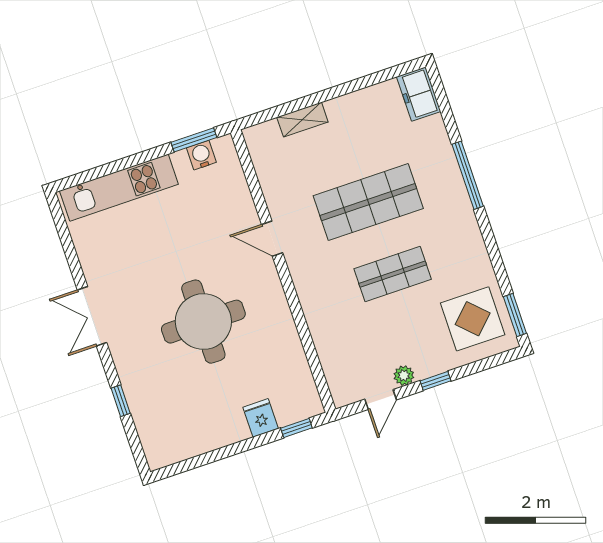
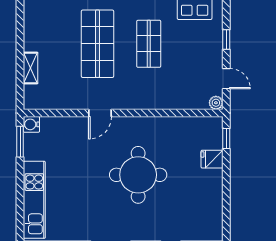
water cooler: (201, 155) -> (31, 124), moved
plant: (404, 376) -> (216, 103), moved

